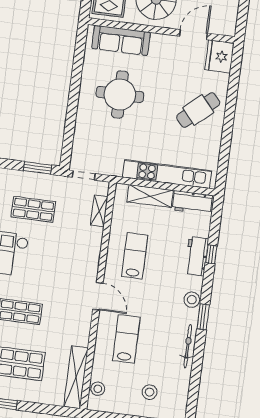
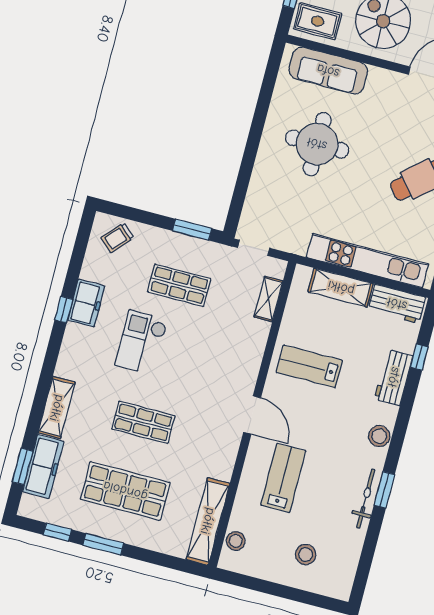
window: (211, 254) -> (419, 357), moved
lab bench: (135, 256) -> (309, 366), turned -90
window: (203, 317) -> (384, 490), moved

